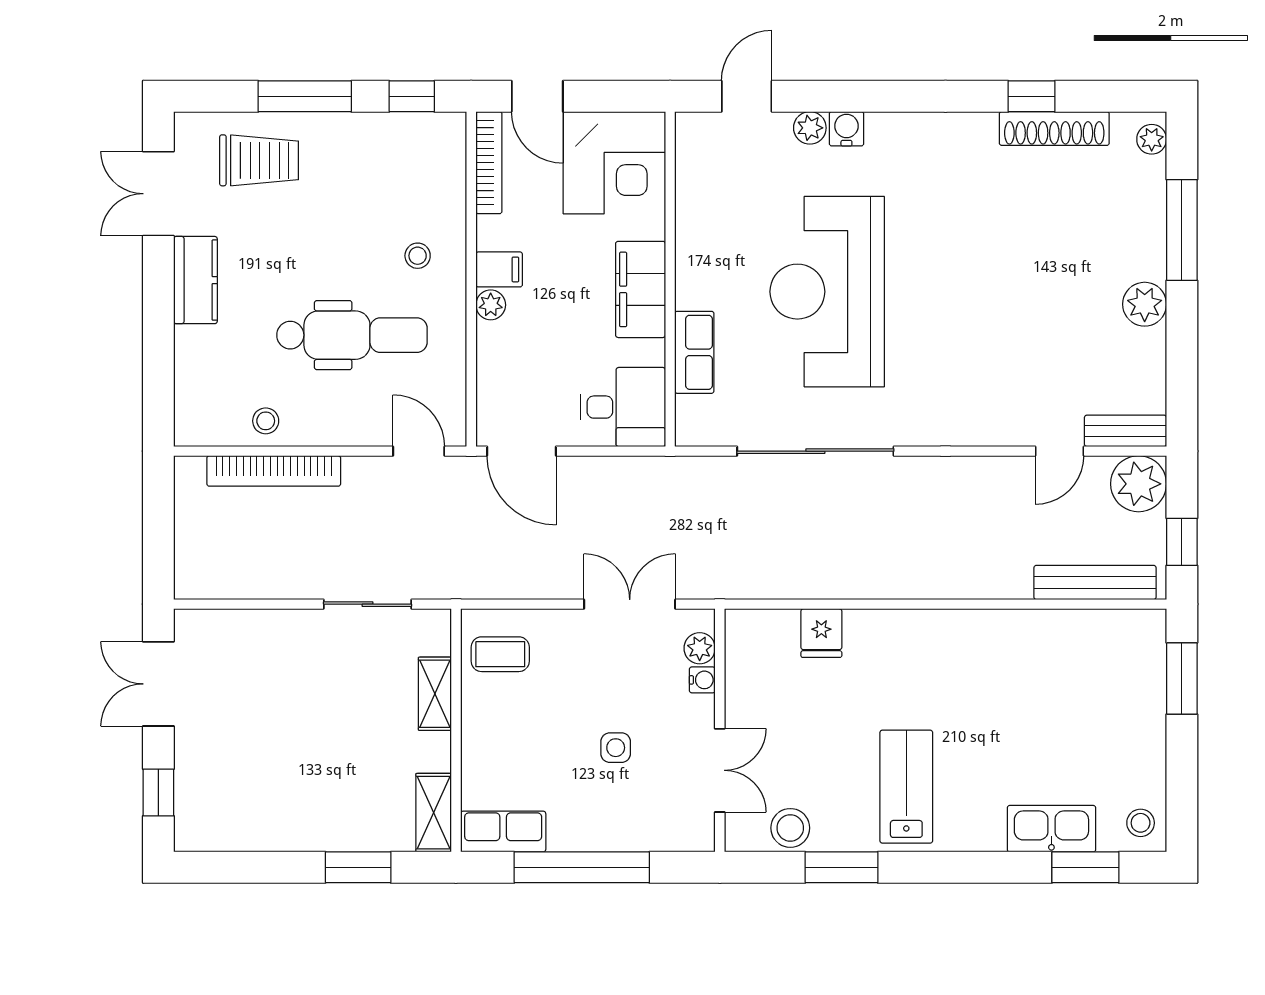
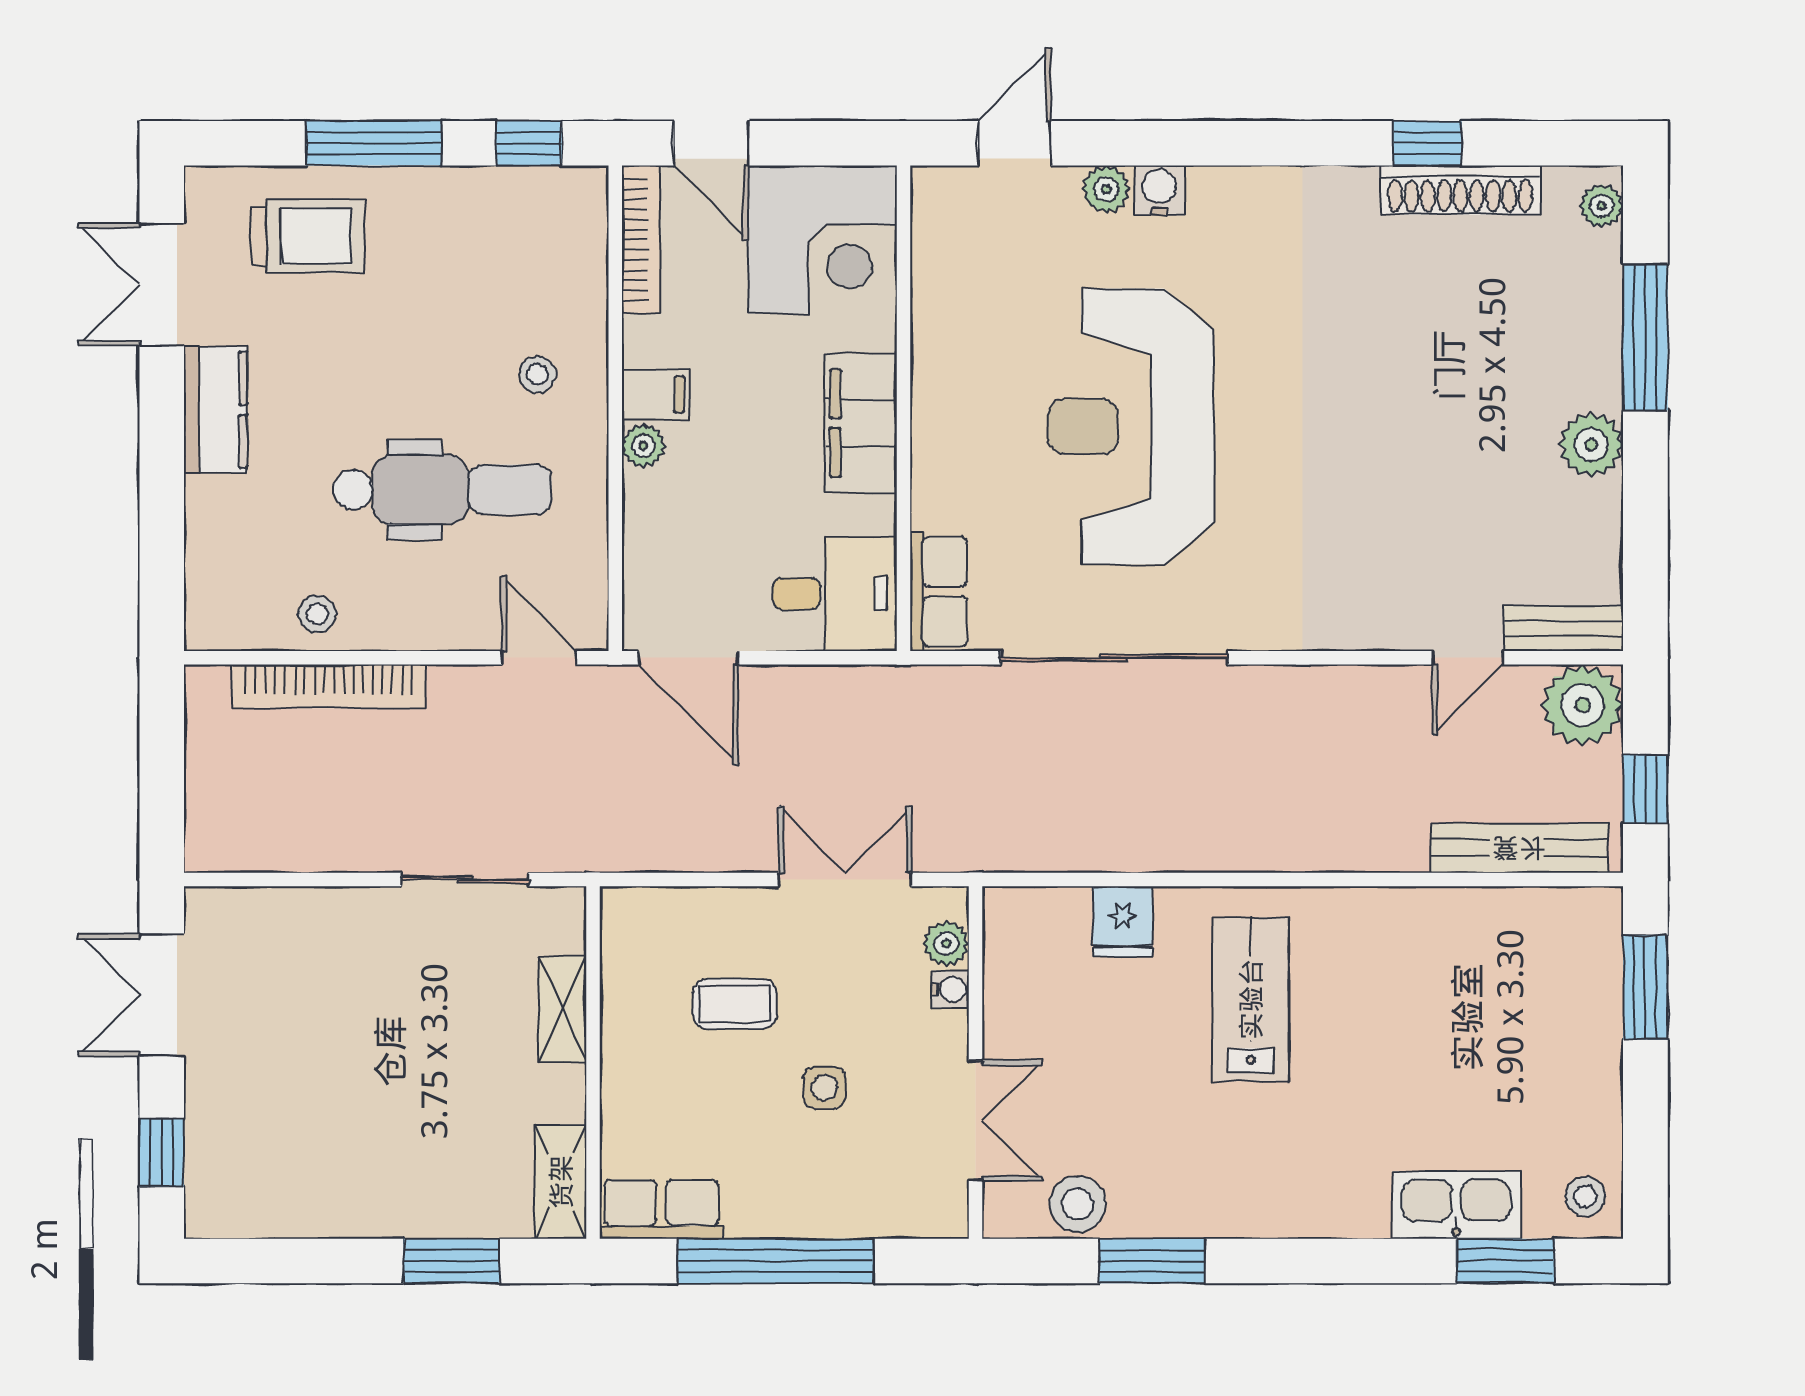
row of seats: (694, 352) -> (939, 592), moved
coffee table: (500, 654) -> (735, 1004), moved
lab bench: (906, 787) -> (1251, 999), moved

